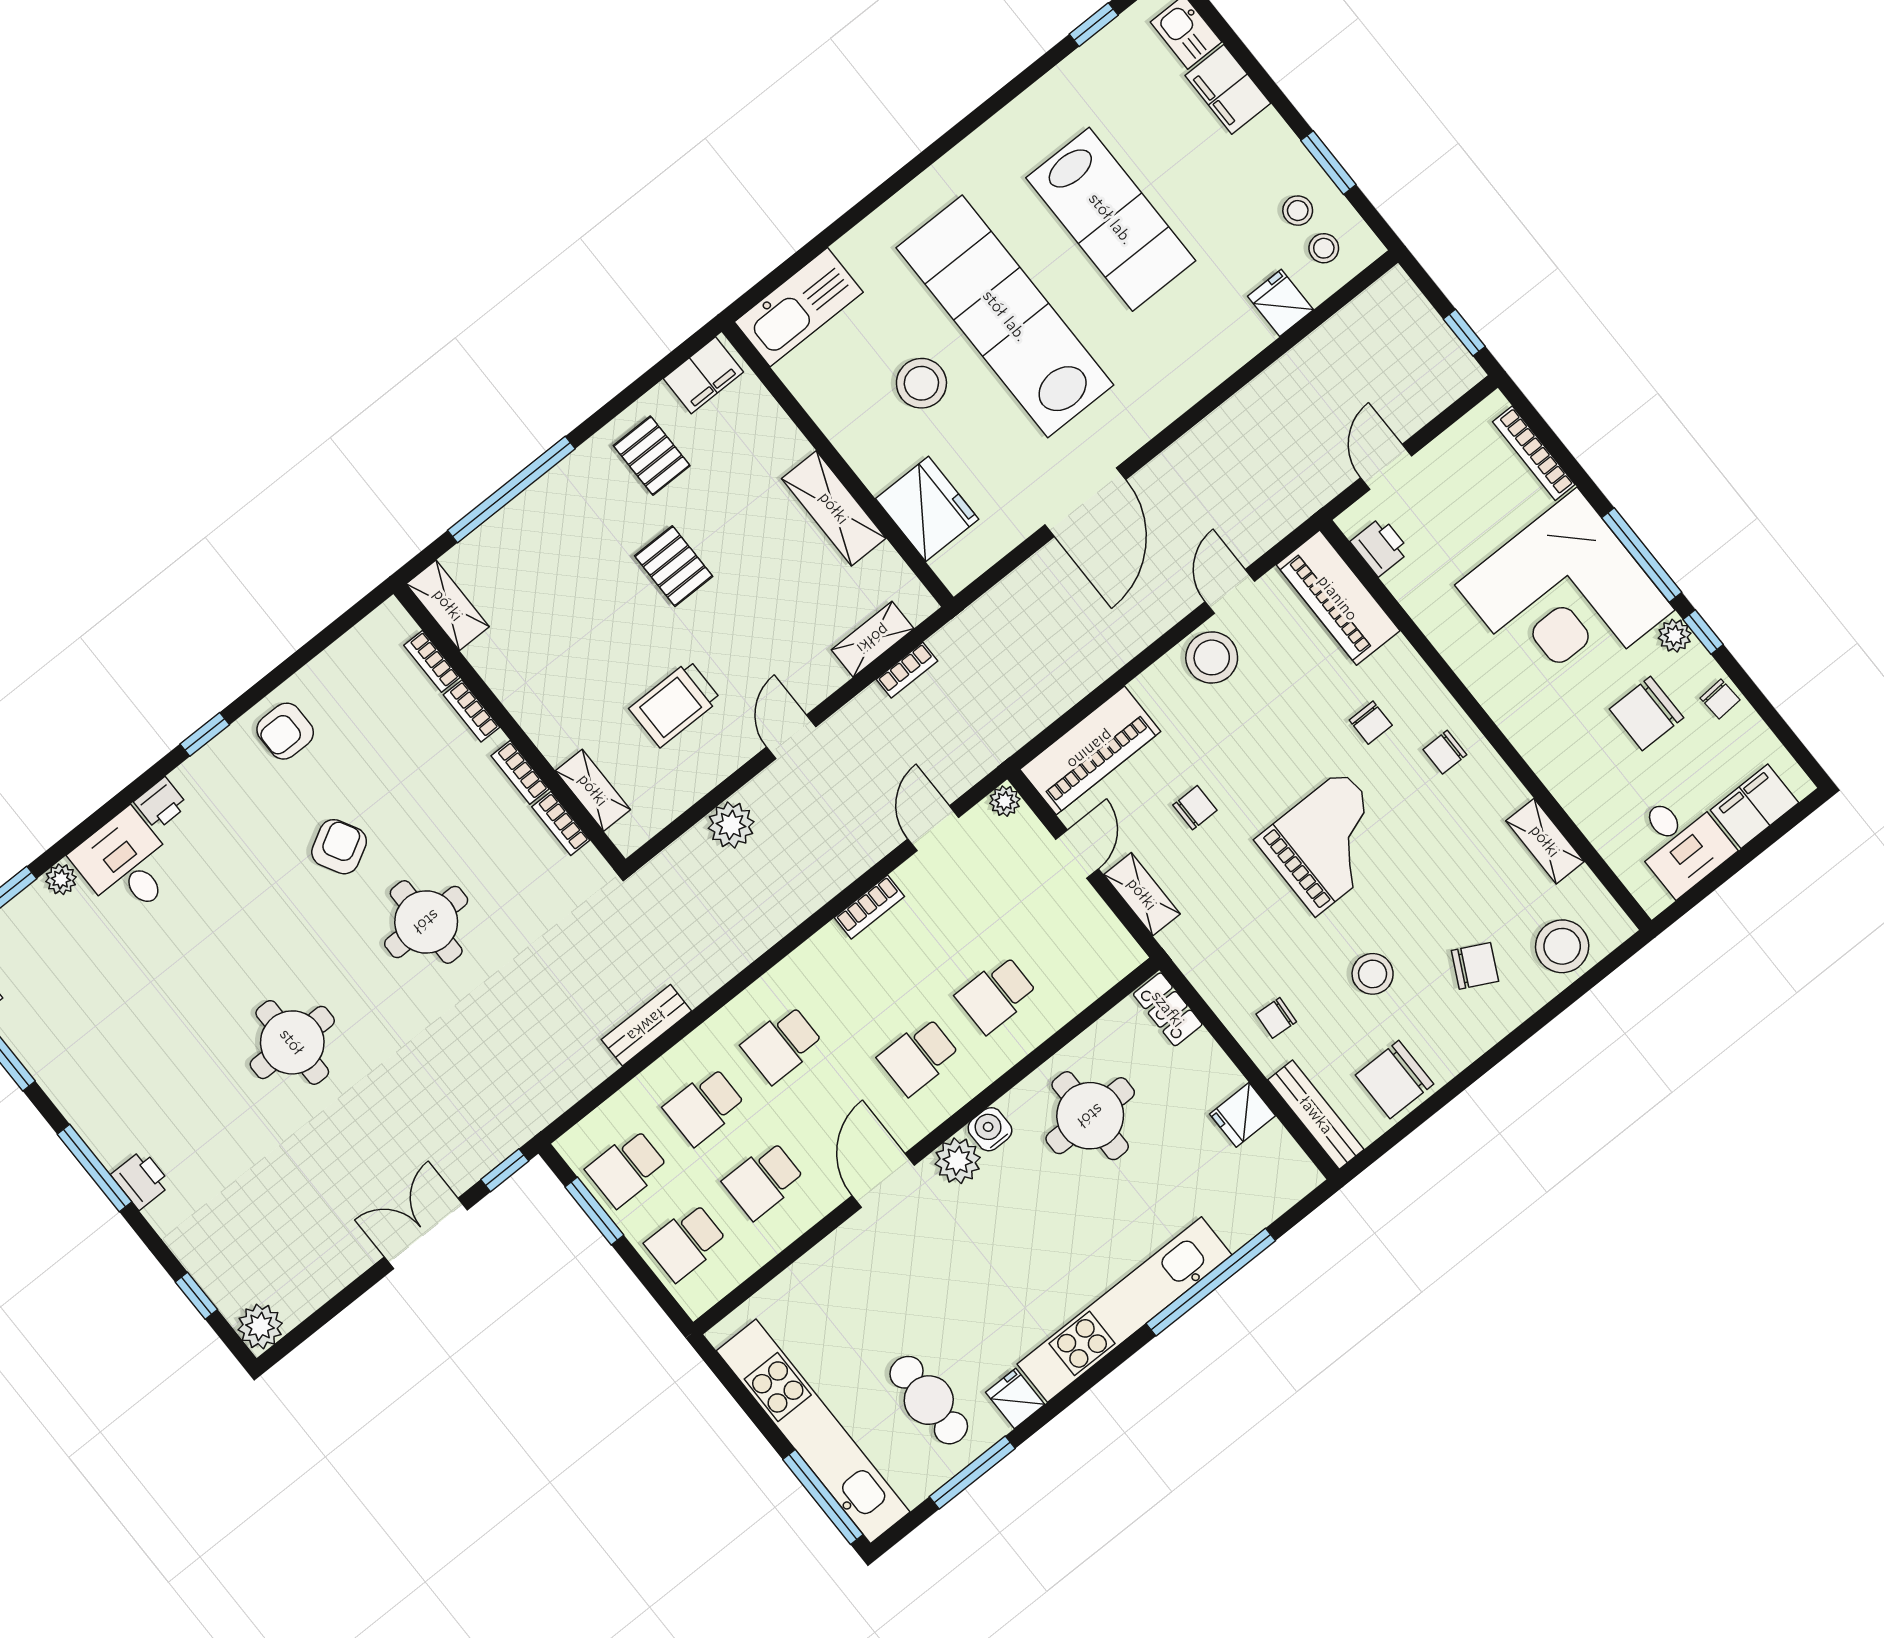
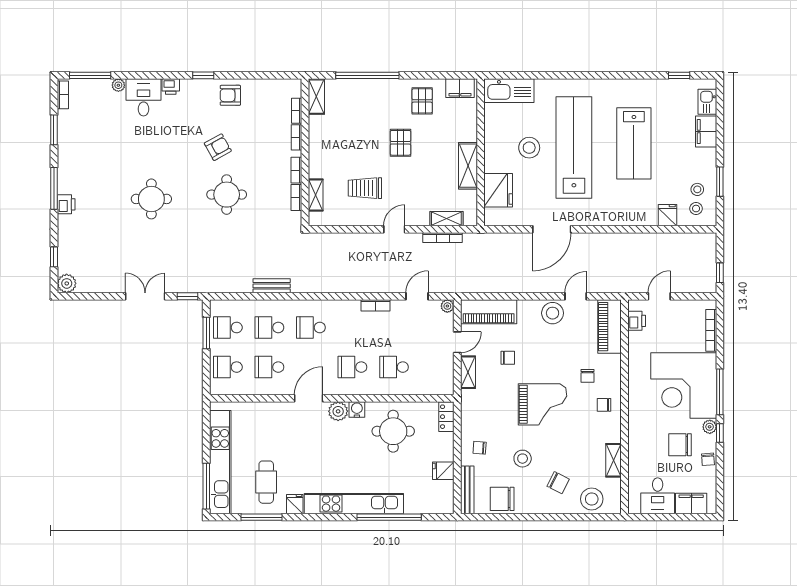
bookcase: (907, 670) -> (443, 238), width x1.56
plant: (731, 825) -> (352, 242), removed

